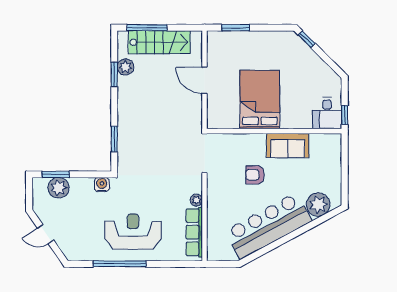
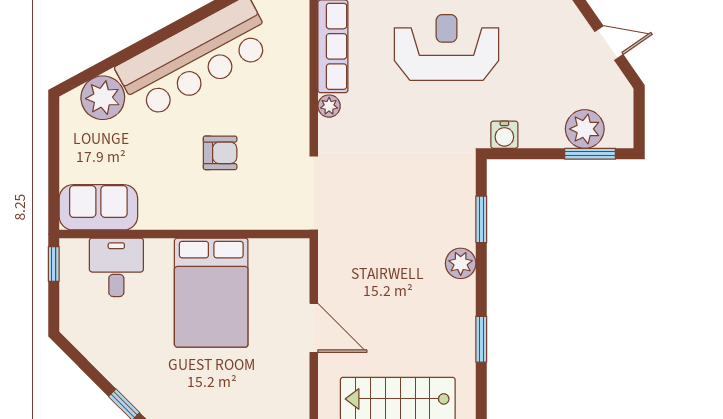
plant: (125, 67) -> (461, 263), moved
desk: (327, 113) -> (116, 267), moved
sofa: (288, 145) -> (98, 207), moved
reception desk: (133, 232) -> (447, 47), turned 180

